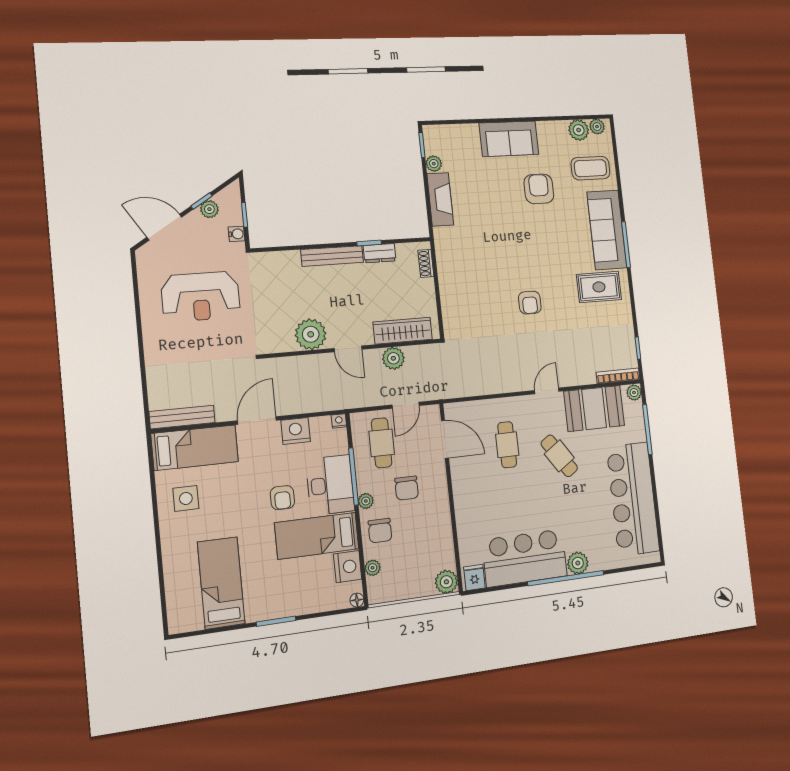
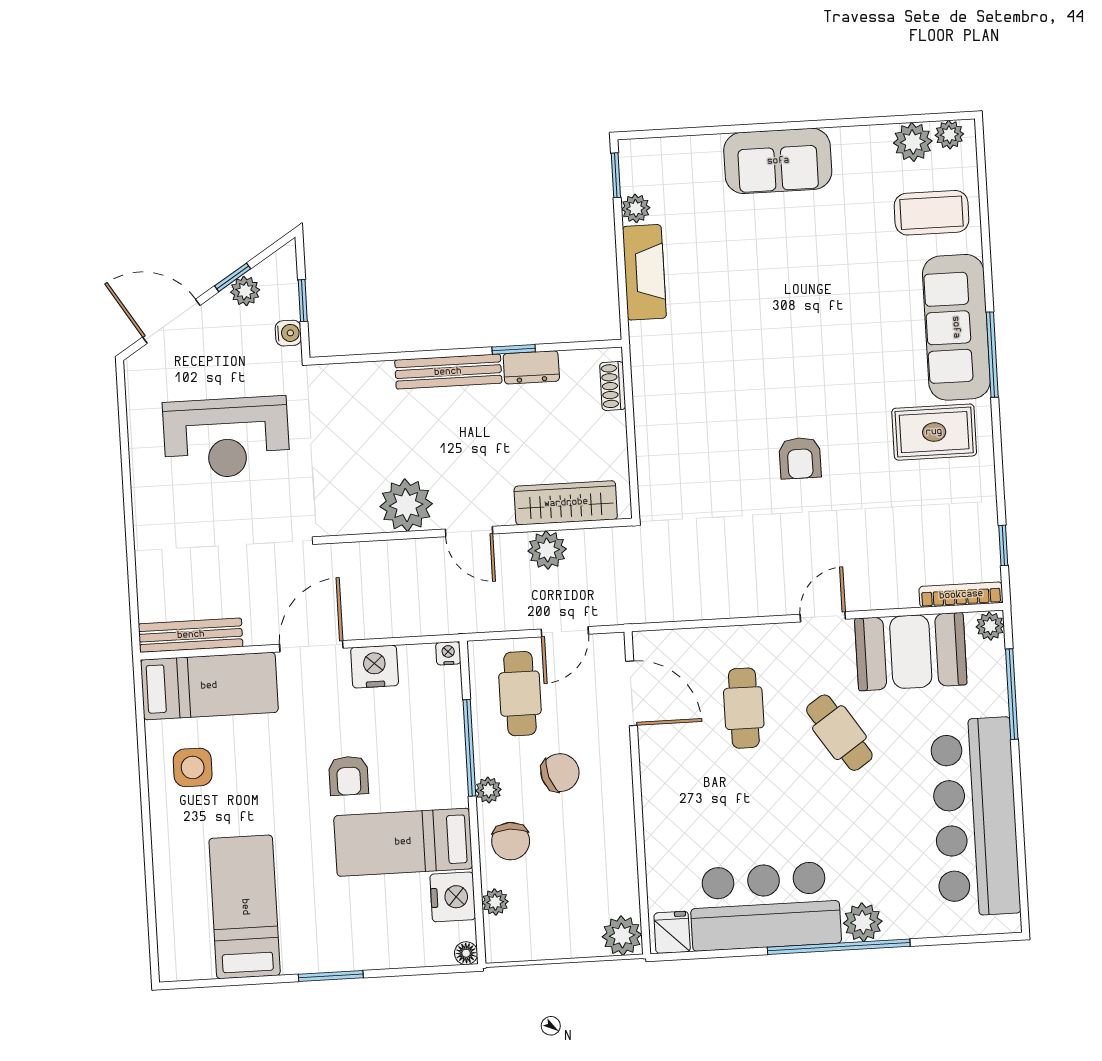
armchair: (539, 189) -> (829, 252), removed
desk: (330, 485) -> (429, 760), removed
chair: (407, 488) -> (560, 773), turned -108

